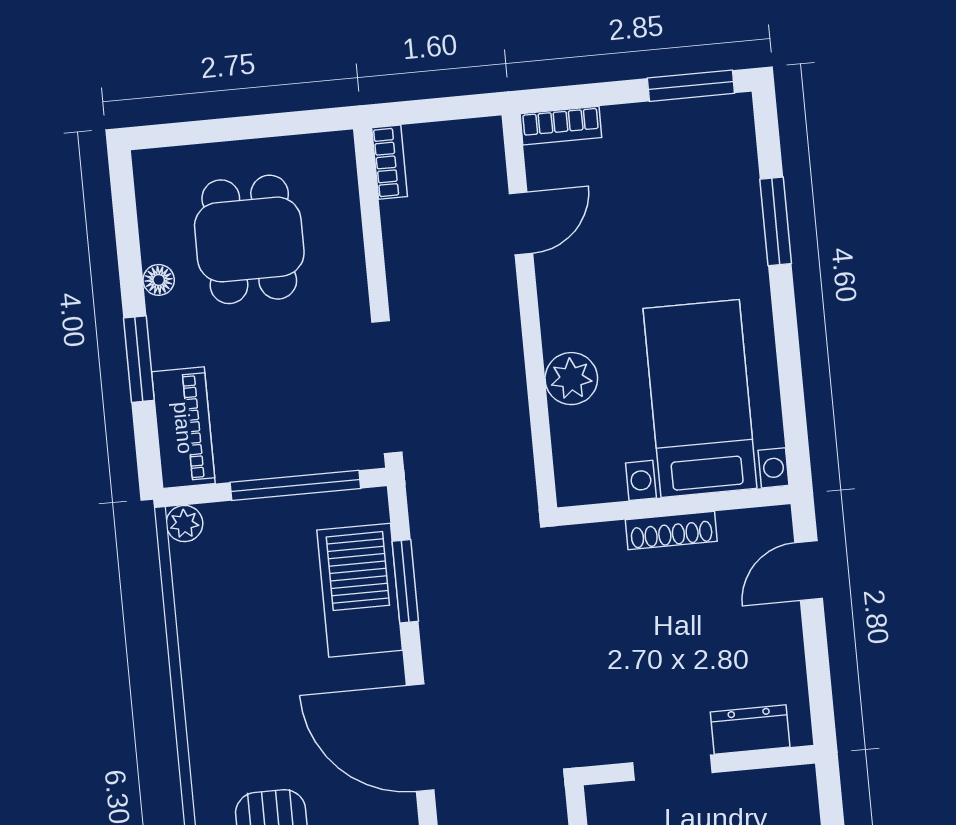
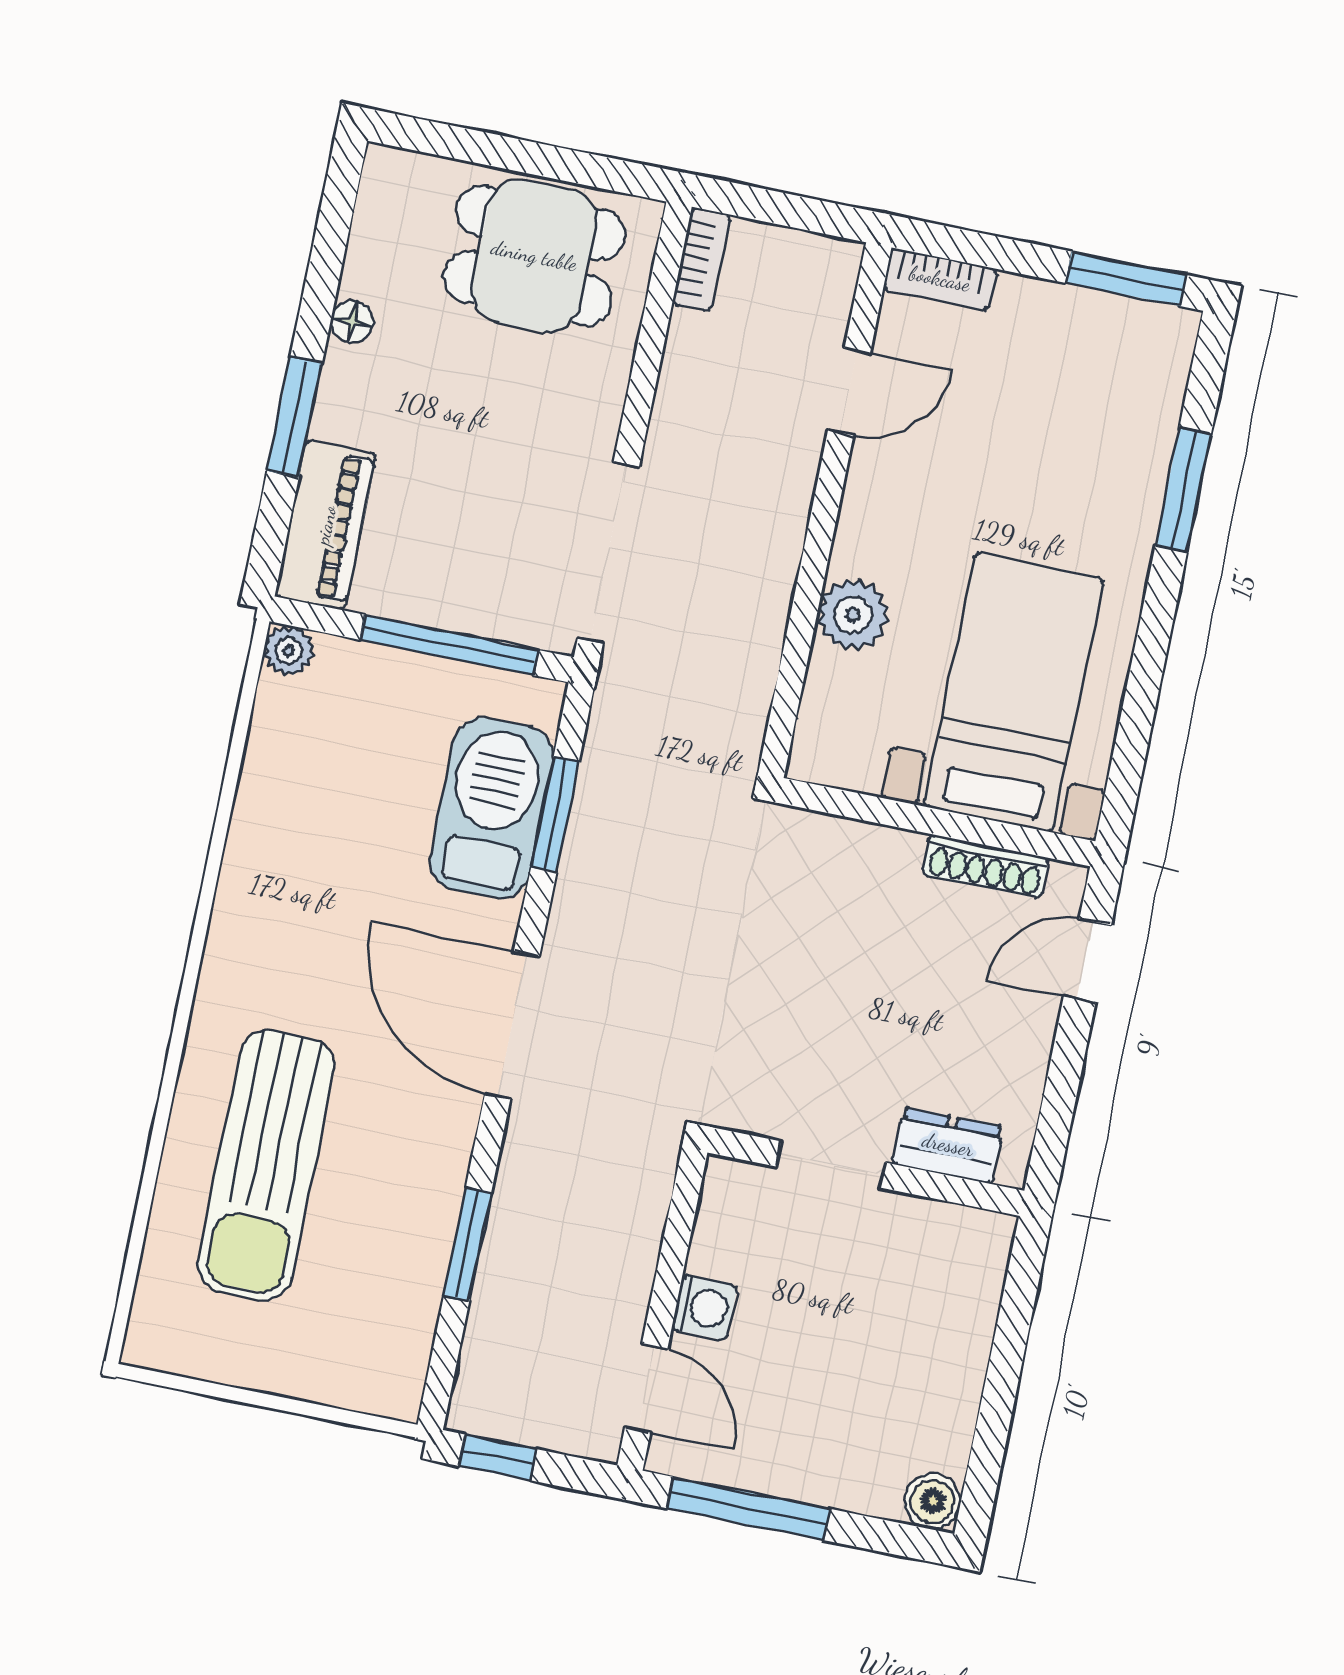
dining table: (249, 239) -> (534, 256), moved, turned 90
shoe rack: (671, 531) -> (986, 866), moved

